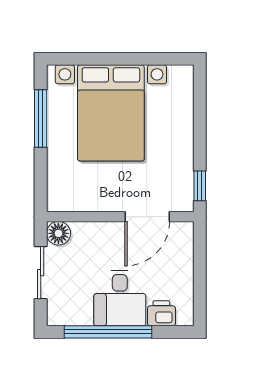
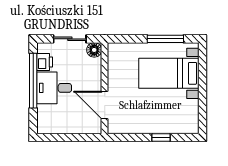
bed with nightstands: (111, 113) -> (169, 73), width x0.73
window: (200, 186) -> (161, 138), moved
printer: (161, 313) -> (45, 62), moved

